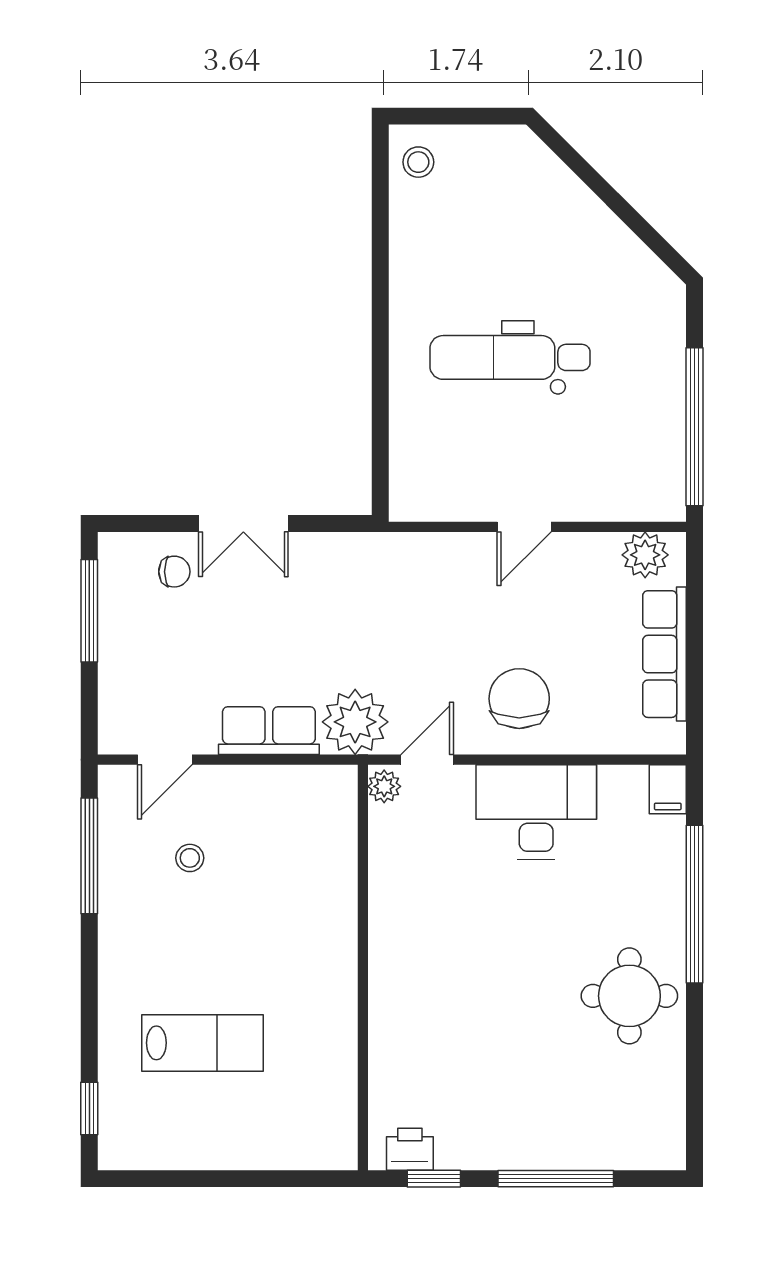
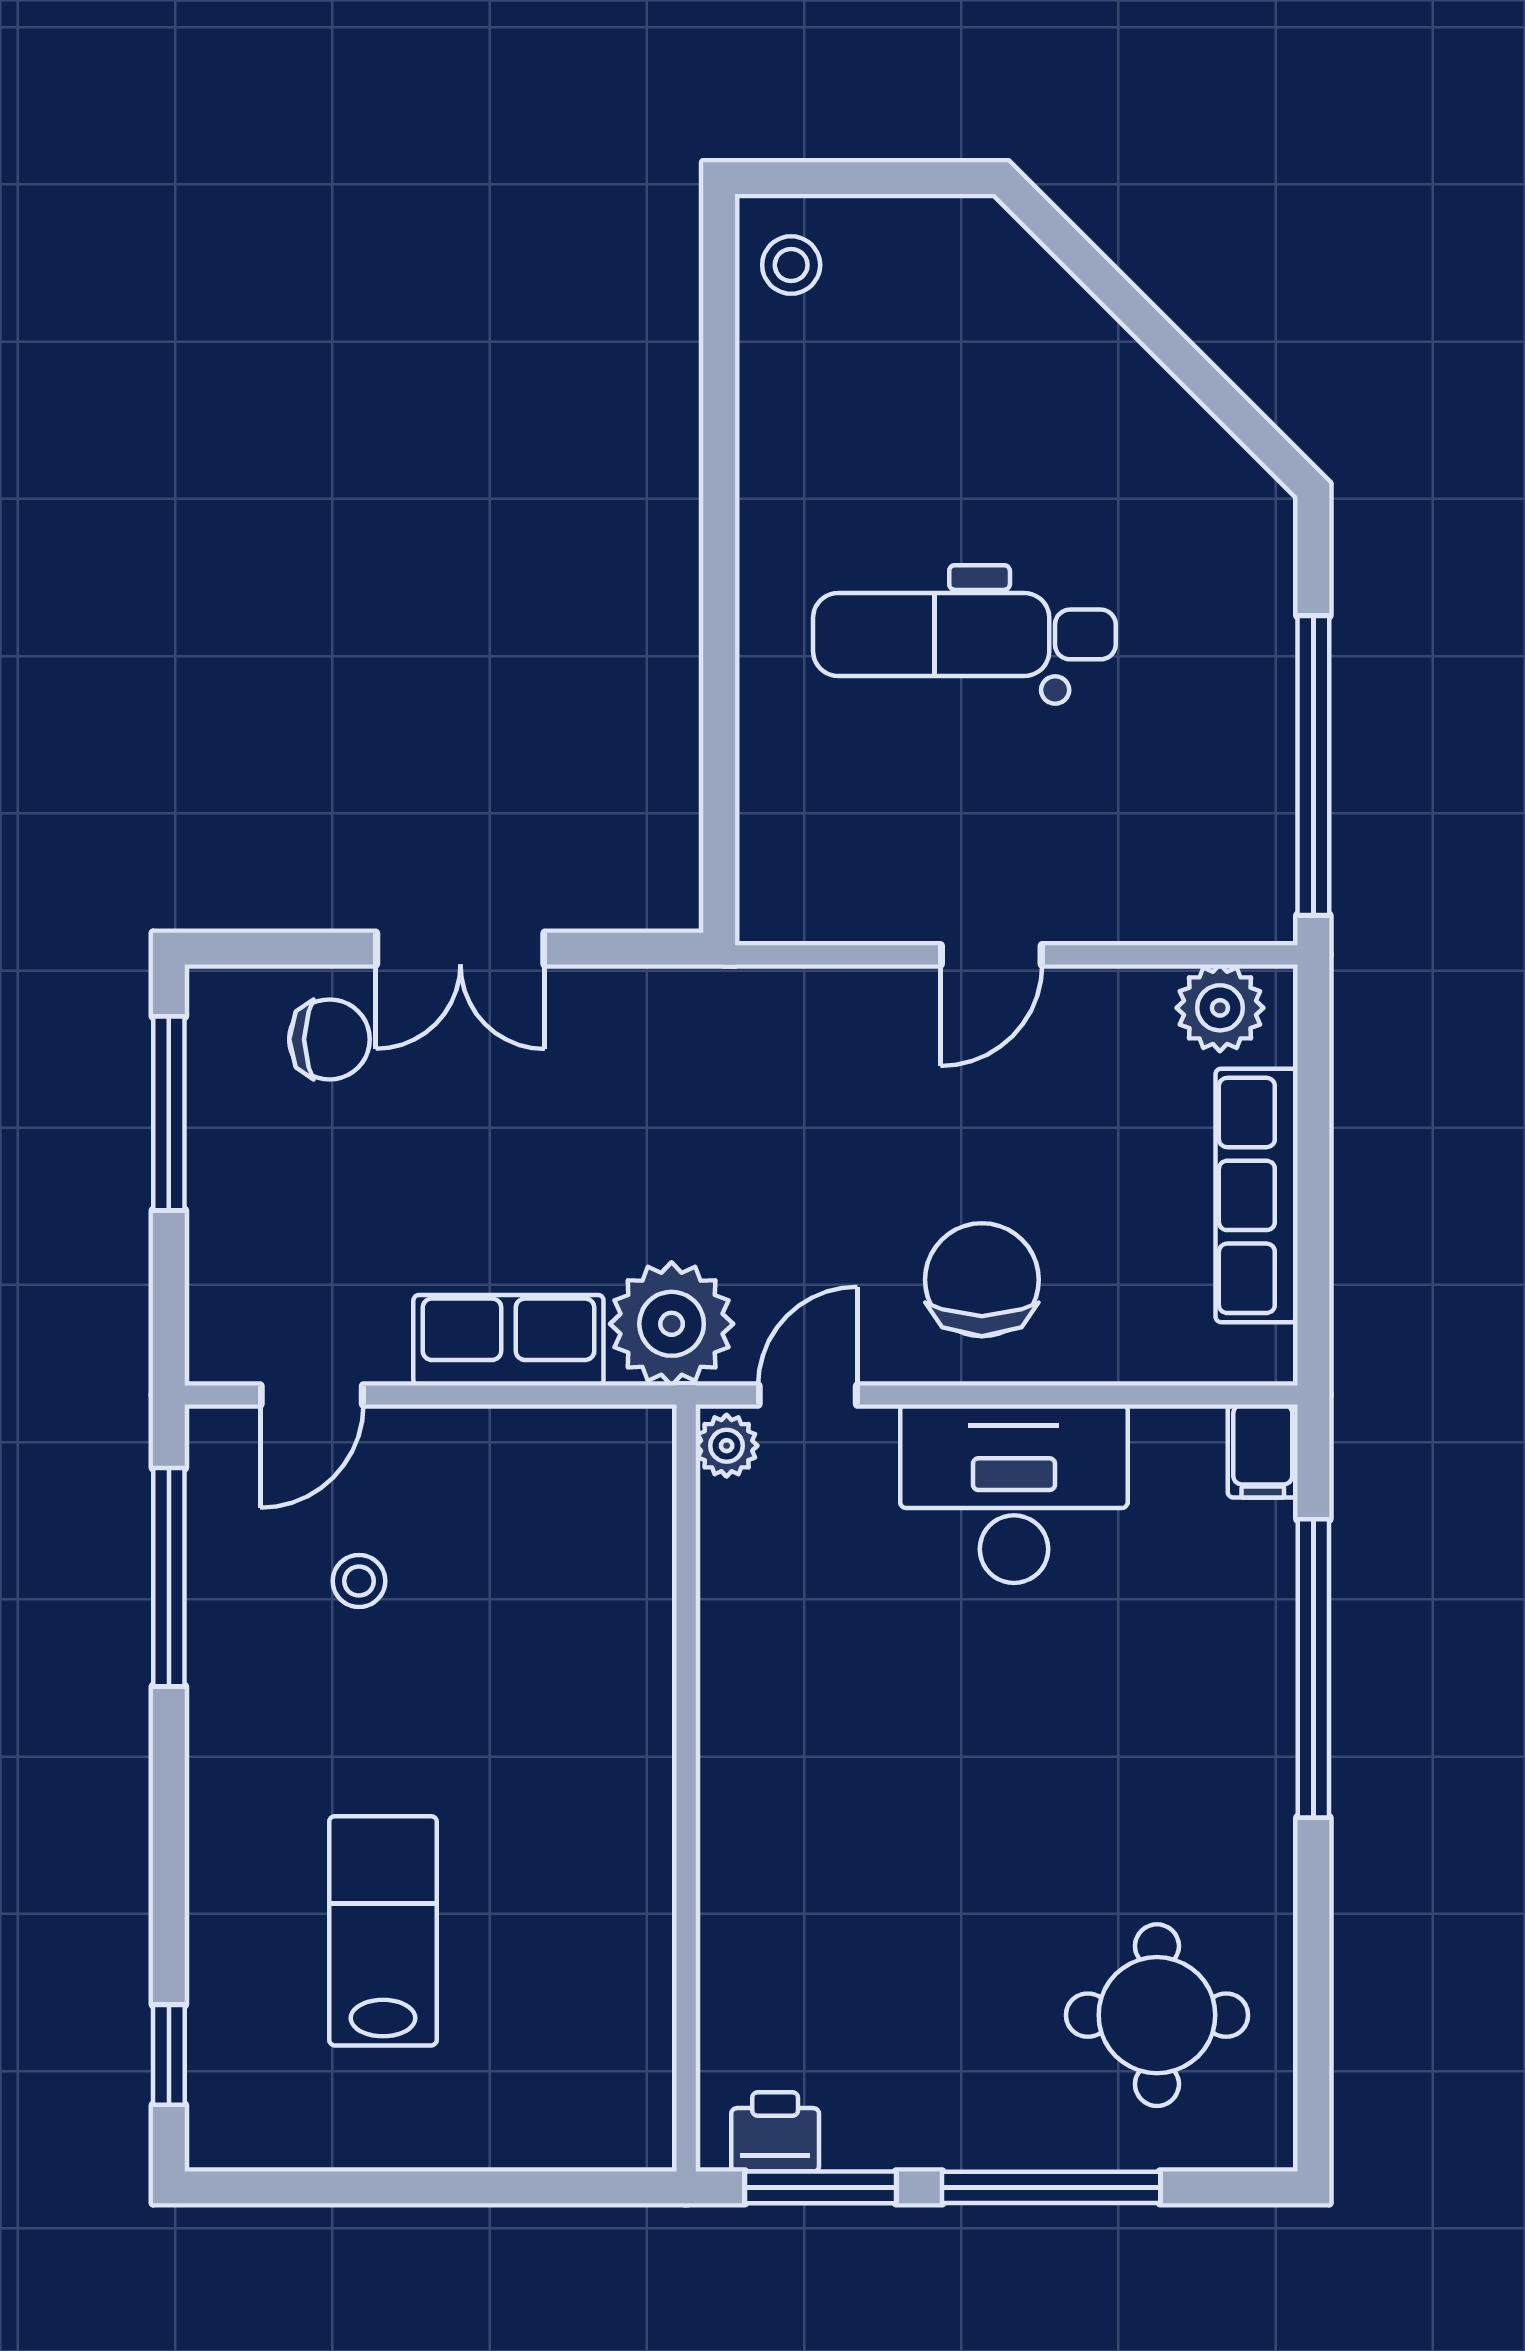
chair: (174, 572) -> (330, 1039), width x1.37, depth x1.37
round table: (629, 996) -> (1157, 2015), moved
lab bench: (203, 1043) -> (383, 1931), turned -90
window: (434, 1179) -> (821, 2187), width x1.50

